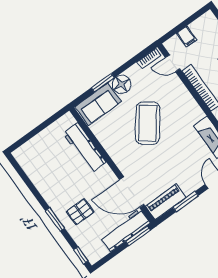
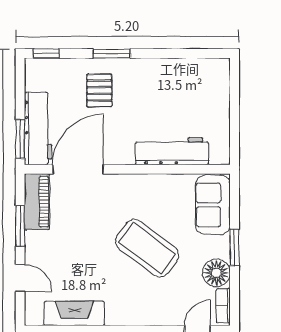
window: (103, 83) -> (234, 247), moved
floor lamp: (122, 84) -> (216, 273), moved

